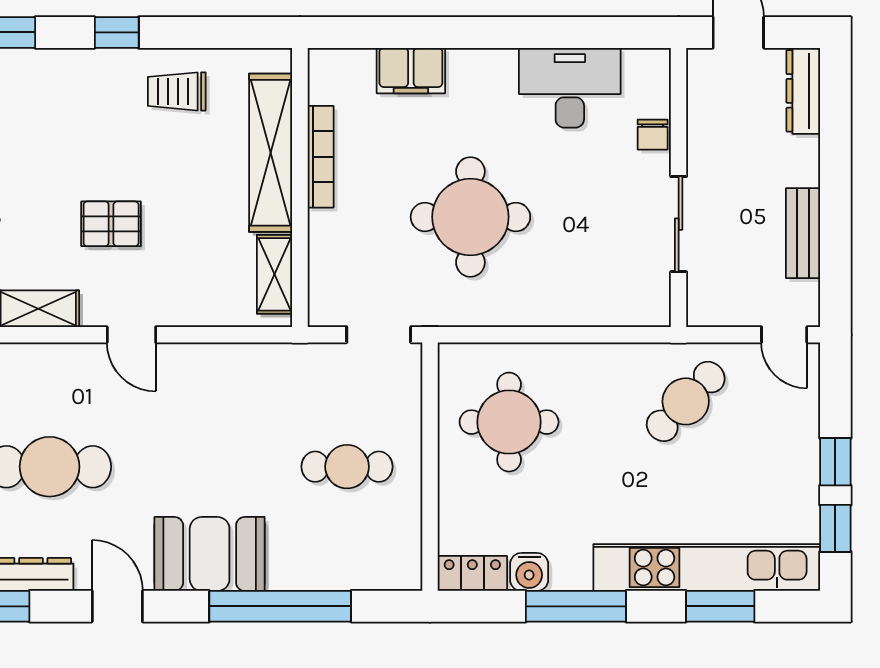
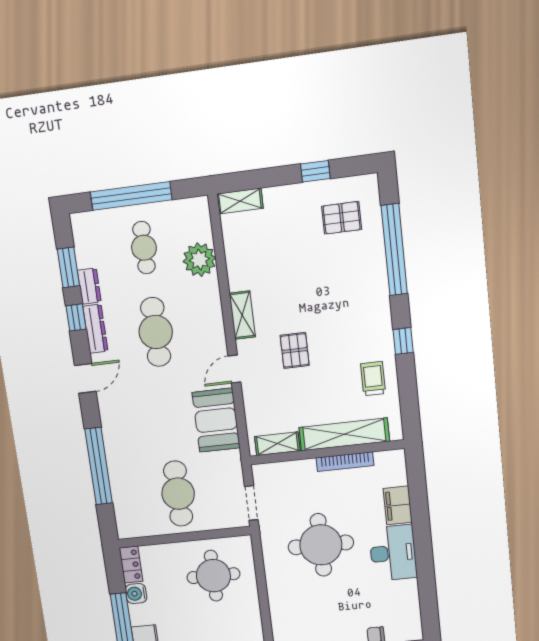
desk: (570, 88) -> (393, 553), moved
cafe table: (347, 467) -> (178, 494), width x1.37, depth x1.35
booth: (210, 554) -> (216, 420), moved

